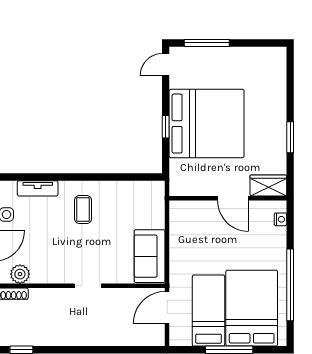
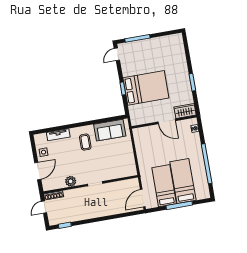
bed: (207, 124) -> (146, 88), width x0.73
sofa: (150, 256) -> (110, 130), moved, turned -90
plant: (20, 274) -> (71, 181), moved
door: (167, 307) -> (143, 198), moved
bed: (252, 308) -> (183, 181), width x0.67

